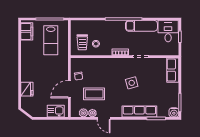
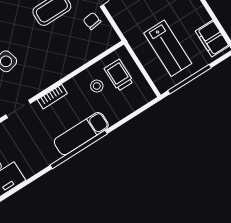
exam couch: (141, 26) -> (81, 134), moved
lab bench: (51, 40) -> (168, 48), turned 180

